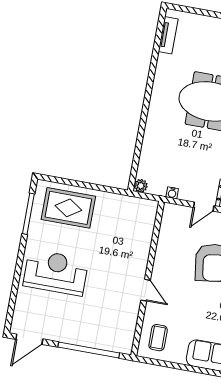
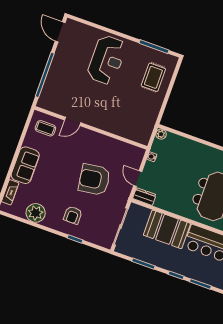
rug: (68, 208) -> (153, 77), width x0.73, depth x0.70
door: (146, 290) -> (73, 121), moved

